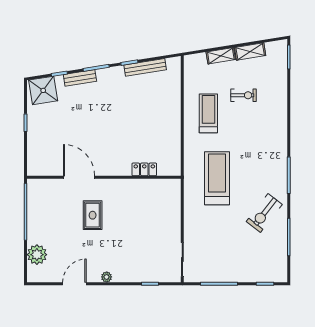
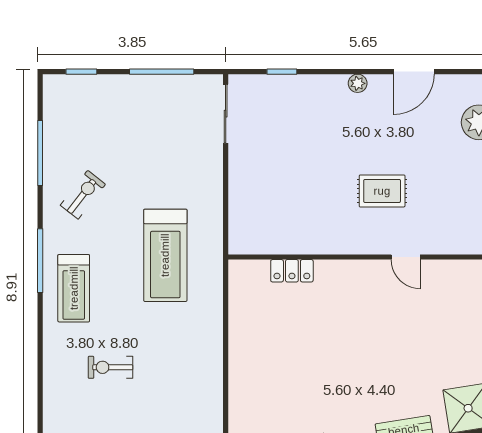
exercise bike: (243, 95) -> (111, 367), moved
treadmill: (208, 113) -> (74, 288), moved
door: (79, 177) -> (406, 257), width x0.53
exercise bike: (264, 213) -> (83, 195), width x0.73, depth x0.72
rug: (93, 215) -> (382, 191), turned 90

